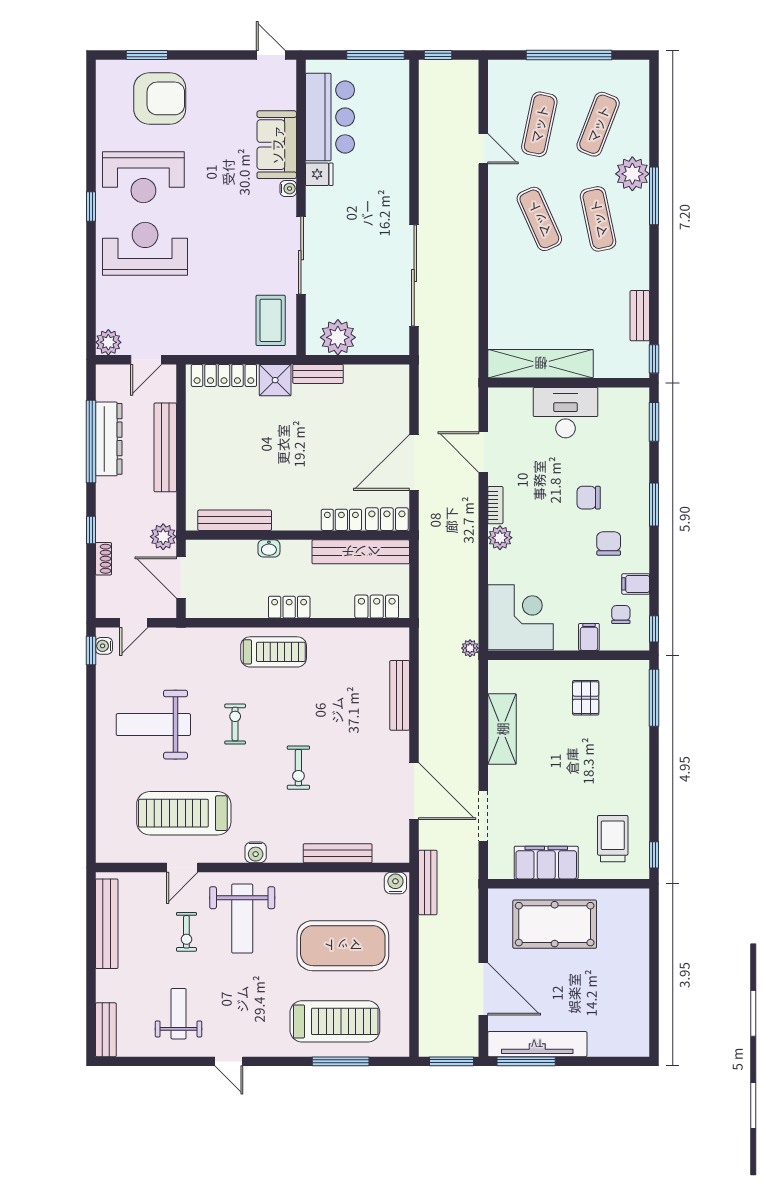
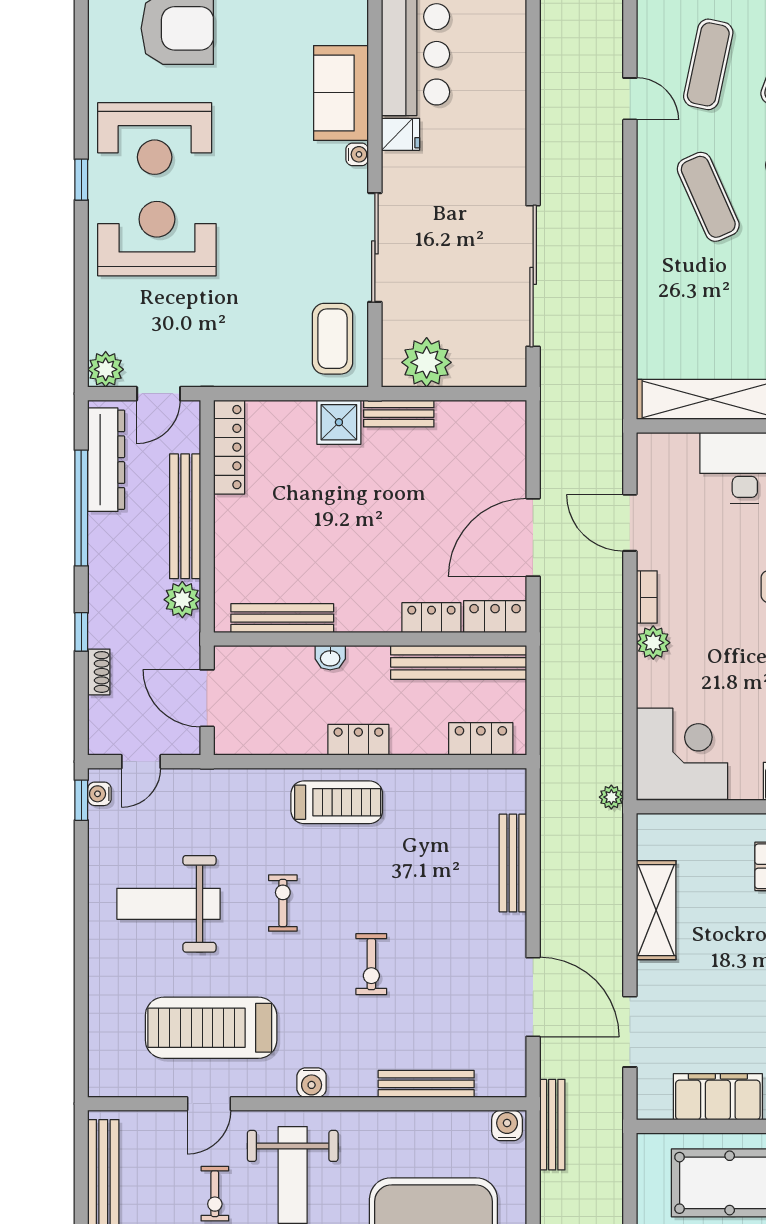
locker: (224, 375) -> (229, 447), moved, turned -90
dresser: (109, 439) -> (106, 460), moved
plant: (163, 537) -> (182, 600), moved

